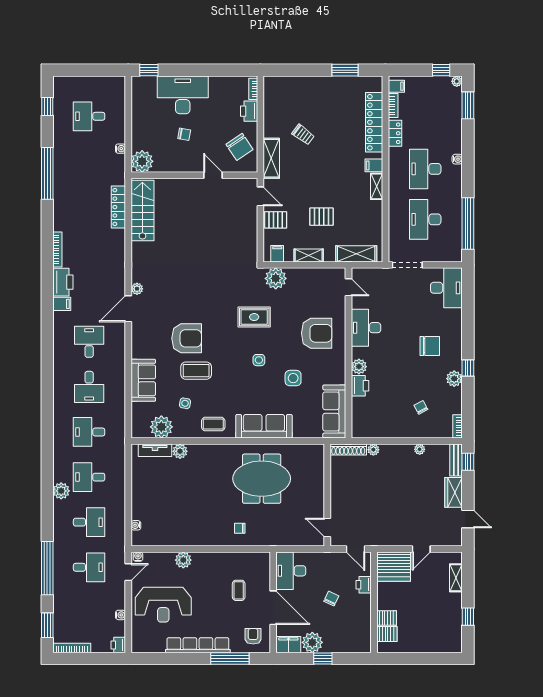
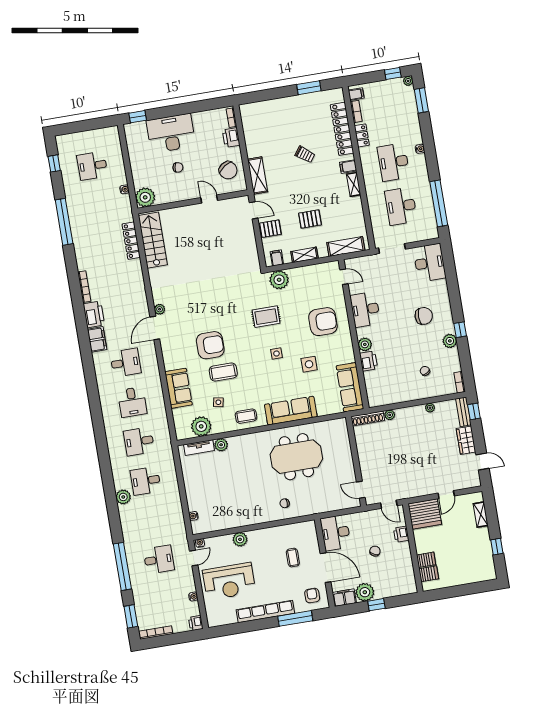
trolley: (303, 135) -> (305, 154), moved
filing cabinet: (62, 304) -> (97, 339), width x2.00
desk: (89, 342) -> (126, 363), turned 90
desk: (89, 522) -> (152, 520), removed

